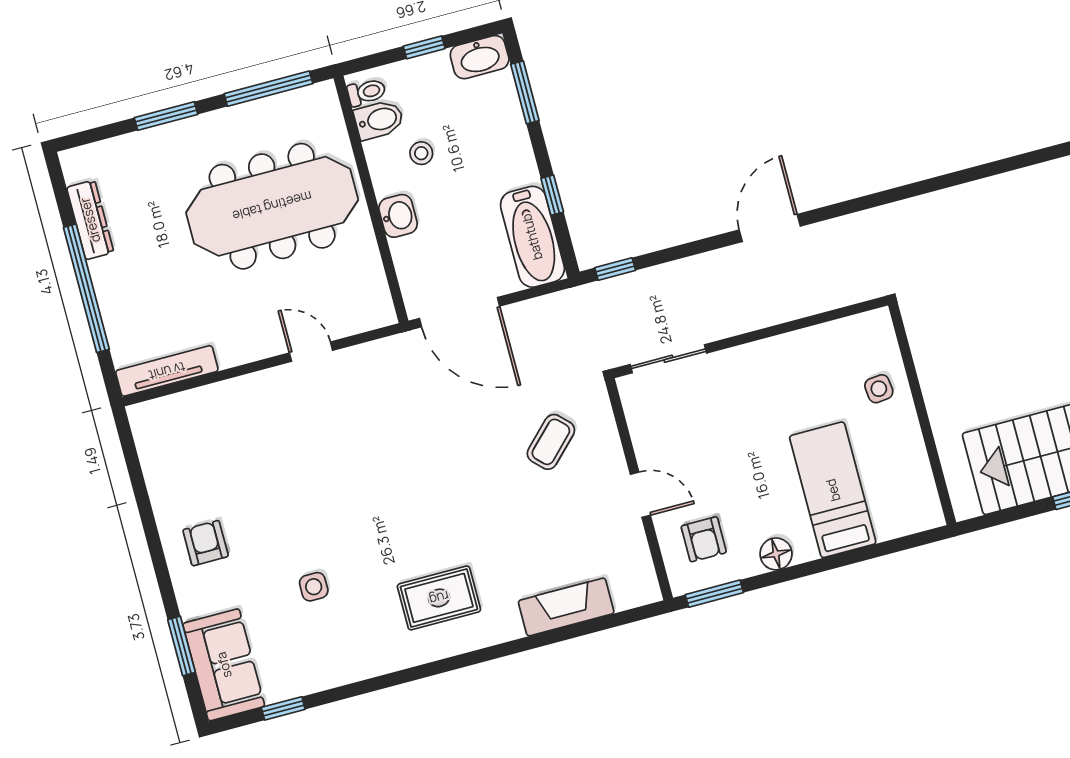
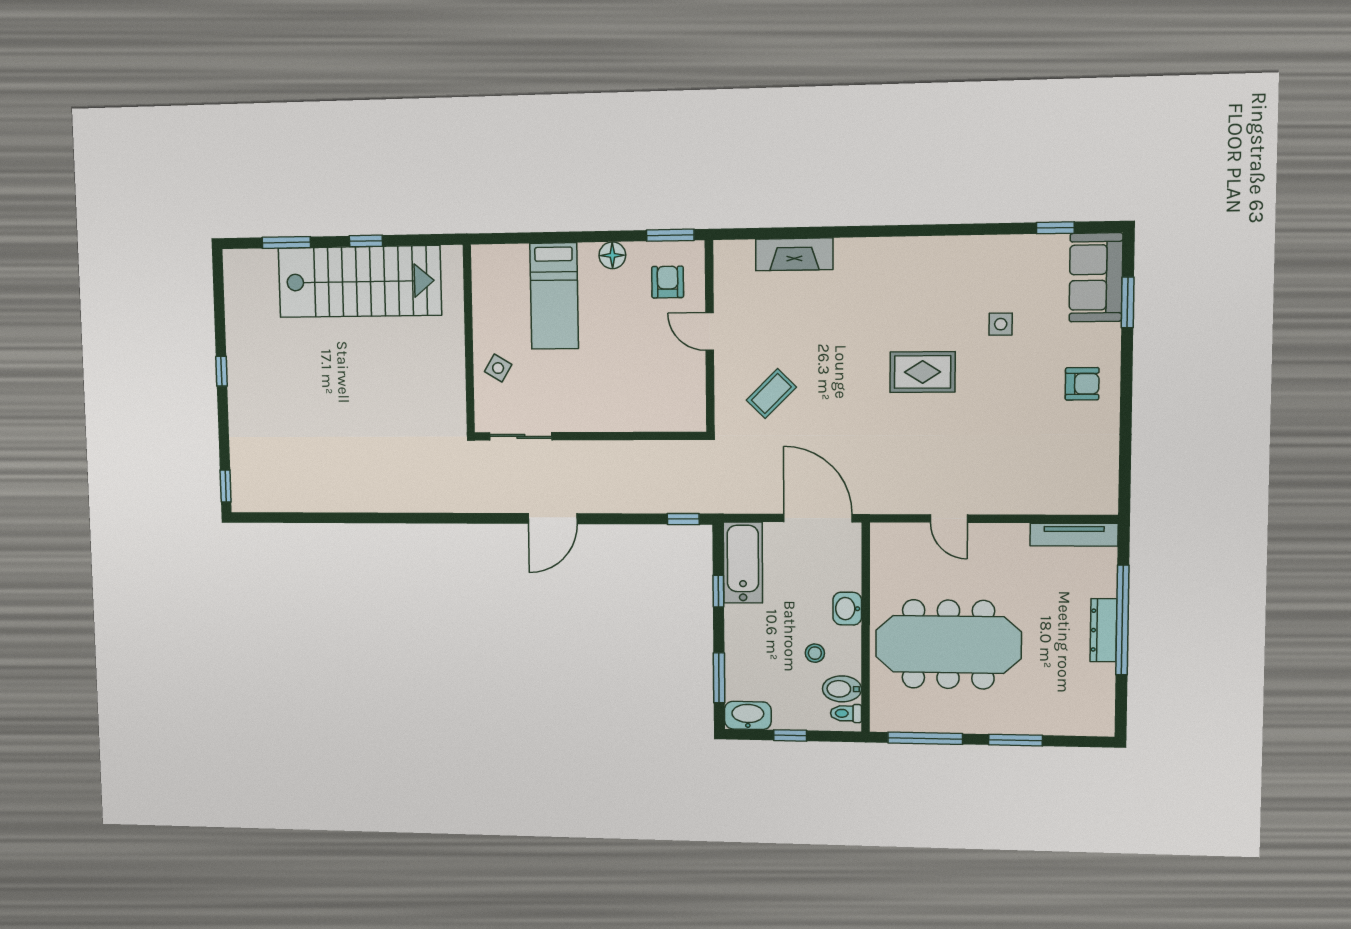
dresser: (90, 220) -> (1104, 630), moved
sliding door: (668, 359) -> (521, 436), moved
side table: (879, 389) -> (498, 368), turned 37
armchair: (206, 543) -> (1082, 384), turned -90
rug: (439, 598) -> (923, 372), moved

